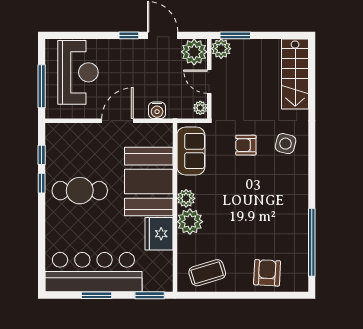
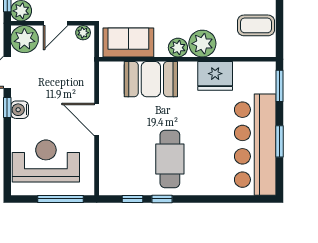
water cooler: (157, 110) -> (20, 110), moved, turned 180
booth: (149, 182) -> (151, 79), width x0.73, depth x0.70
coffee table: (207, 273) -> (256, 25), turned -73

